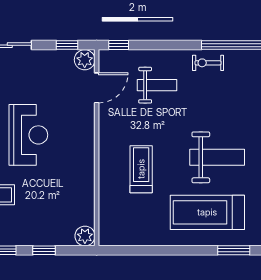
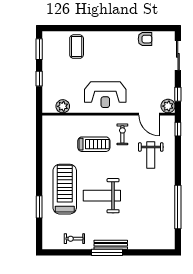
exercise bike: (208, 63) -> (122, 134), moved
reception desk: (28, 135) -> (105, 95), moved
weight bench: (217, 157) -> (102, 196), turned 90
plant: (85, 236) -> (63, 106), moved

